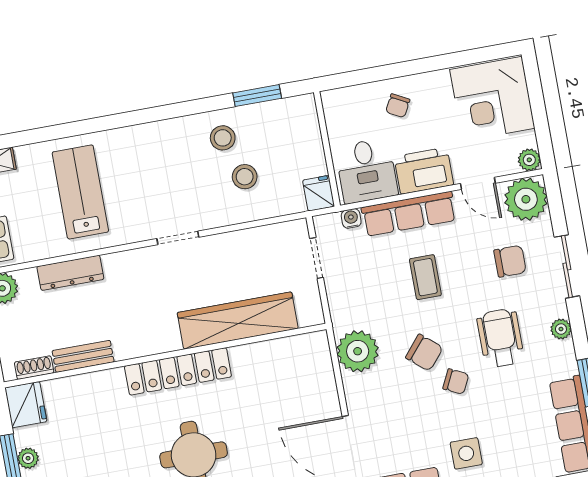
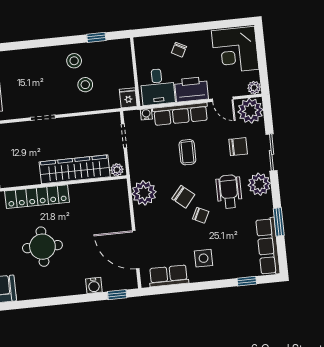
window: (257, 96) -> (96, 37), width x0.67
plant: (309, 316) -> (117, 170), added
plant: (561, 329) -> (259, 184), width x1.88, depth x1.88

